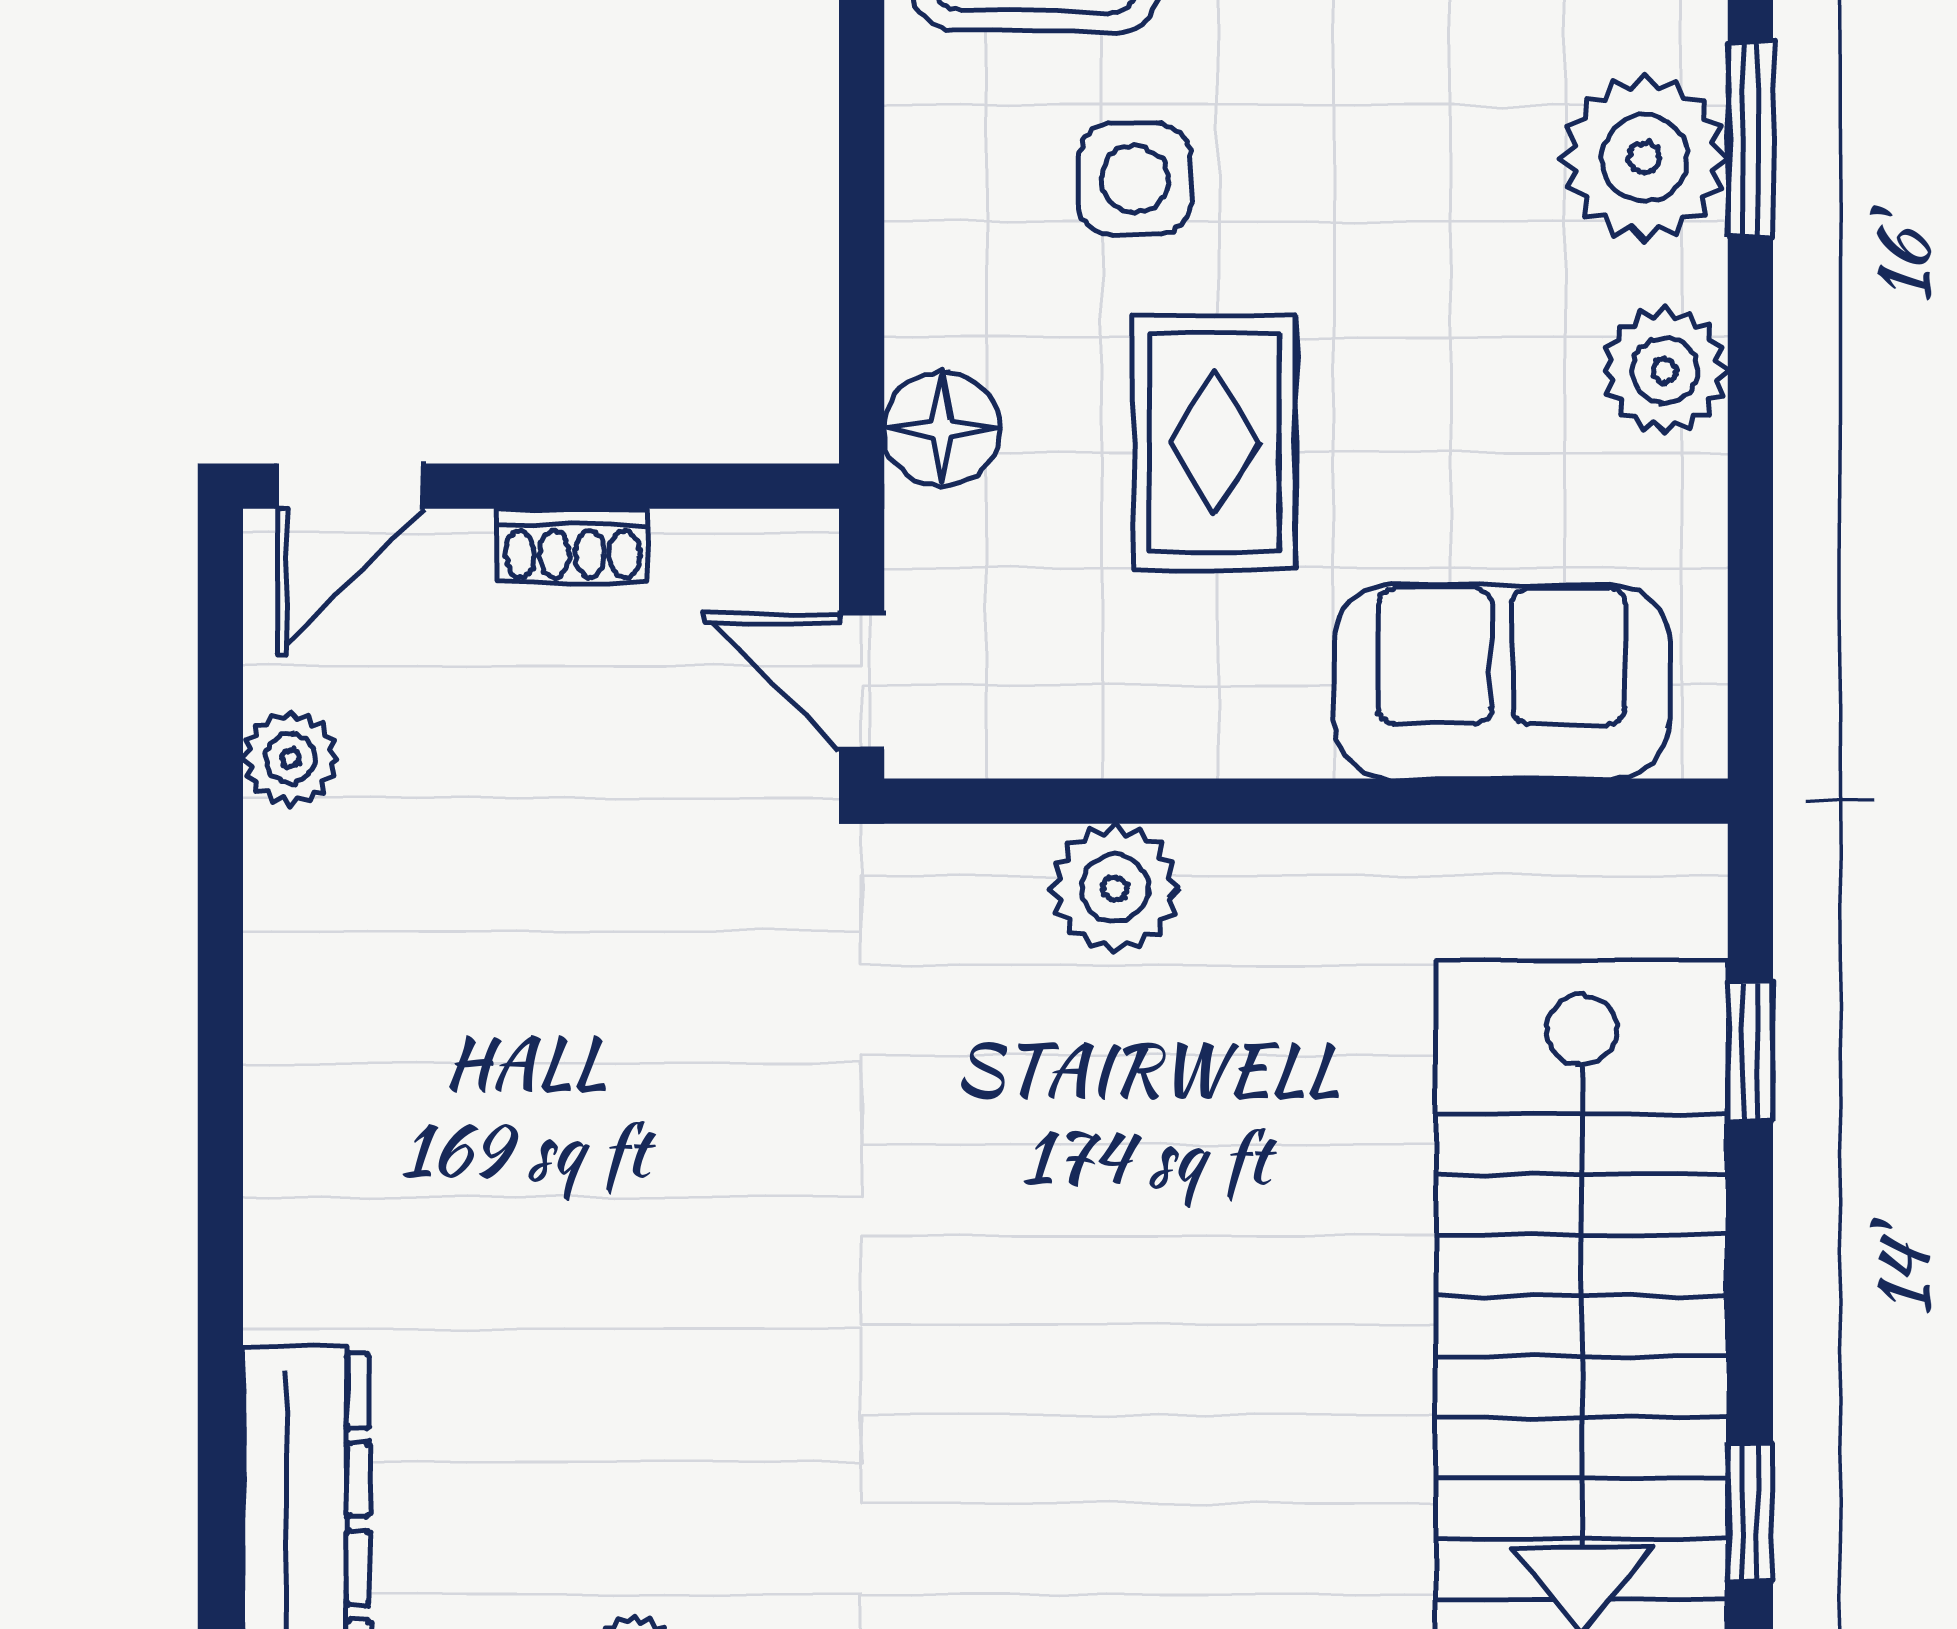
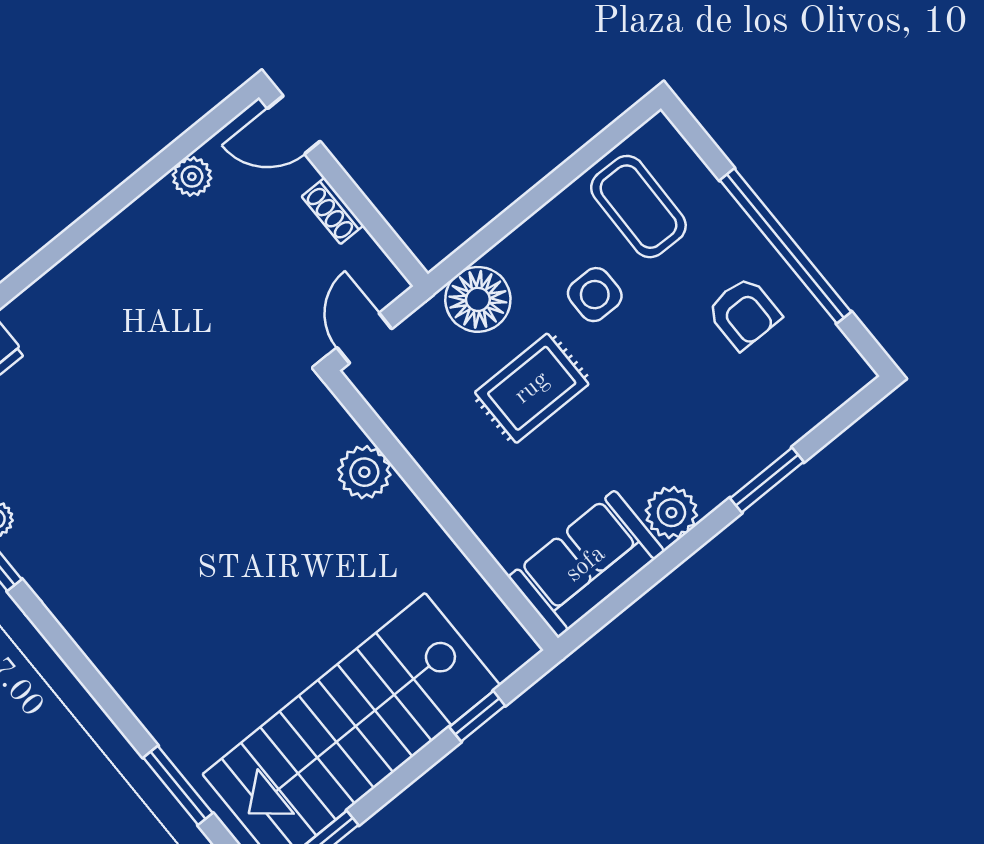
plant: (1645, 158) -> (734, 451), removed
floor lamp: (942, 429) -> (478, 299), width x1.38, depth x1.38
sofa: (1502, 681) -> (586, 564), moved, turned -90

